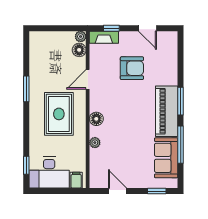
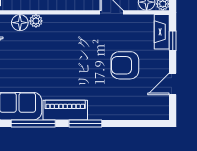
armchair: (132, 68) -> (125, 65), turned 90
piano: (167, 111) -> (65, 110), width x0.73, depth x0.75
floor lamp: (96, 119) -> (20, 23), moved

